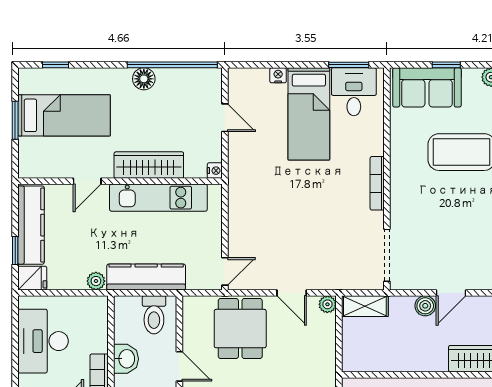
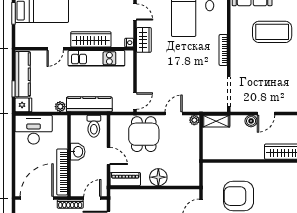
wardrobe: (240, 166) -> (144, 40), added
door: (292, 293) -> (174, 113), swing flipped
desk: (43, 341) -> (34, 130), moved, turned 90

